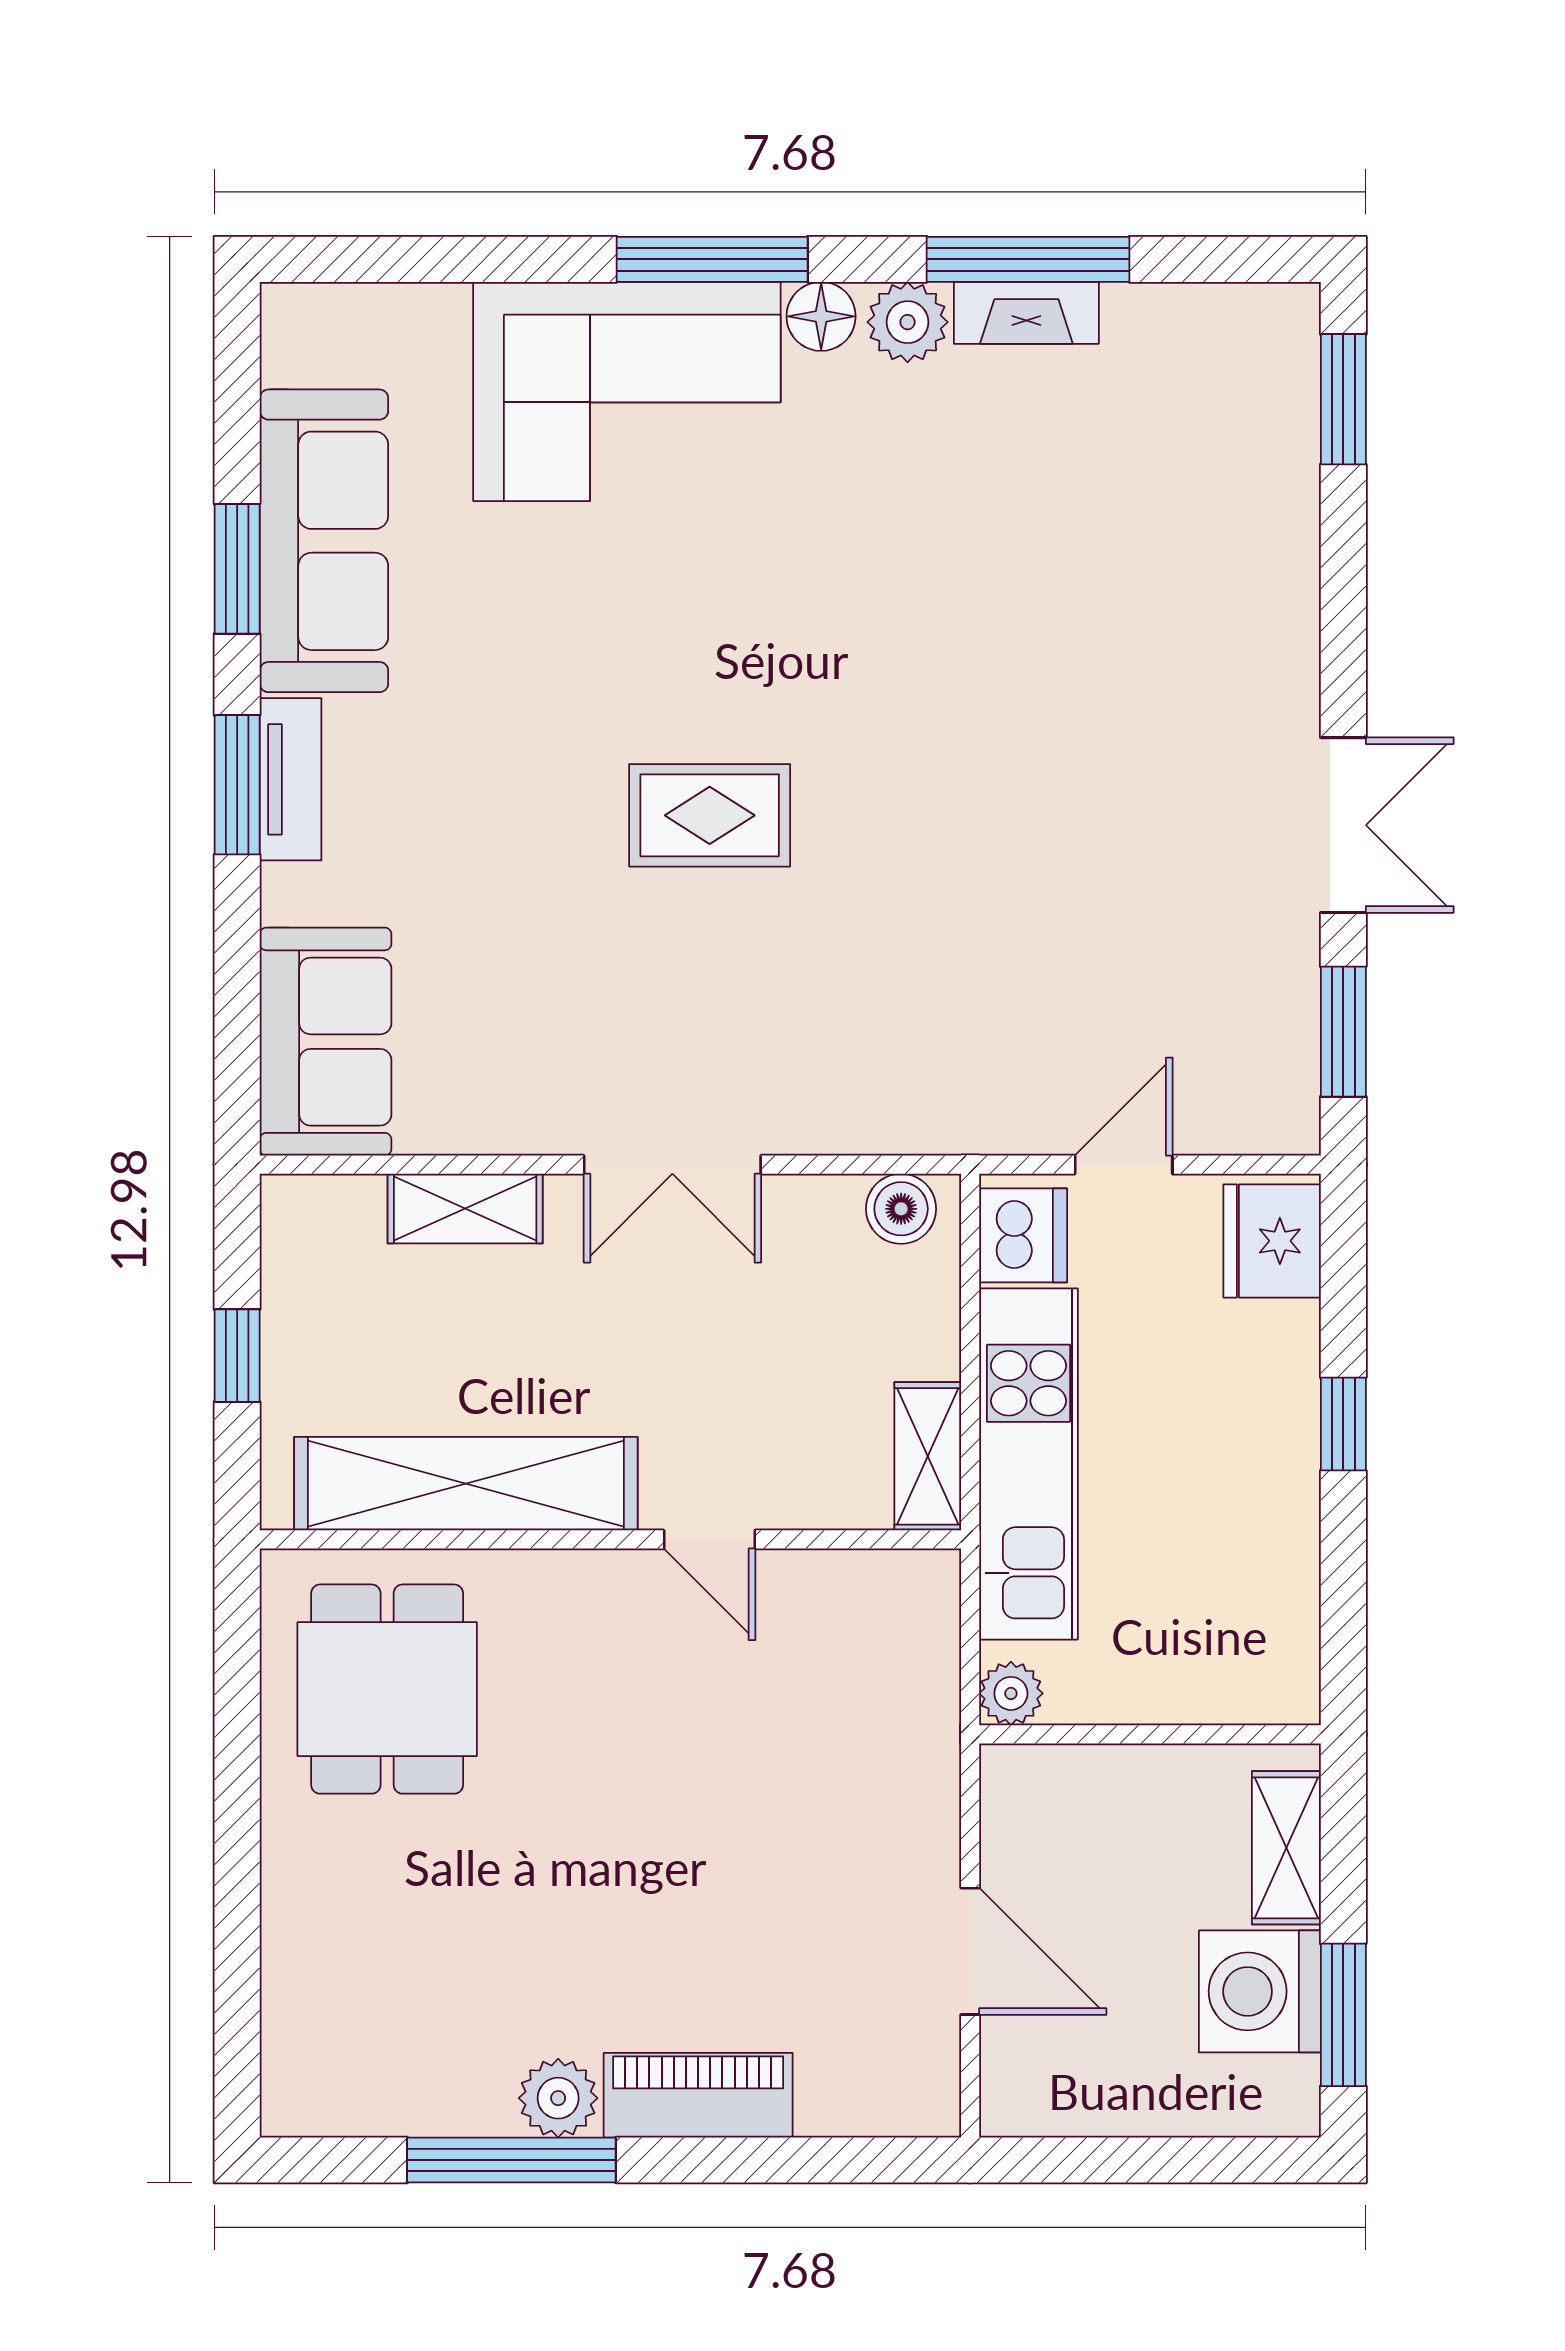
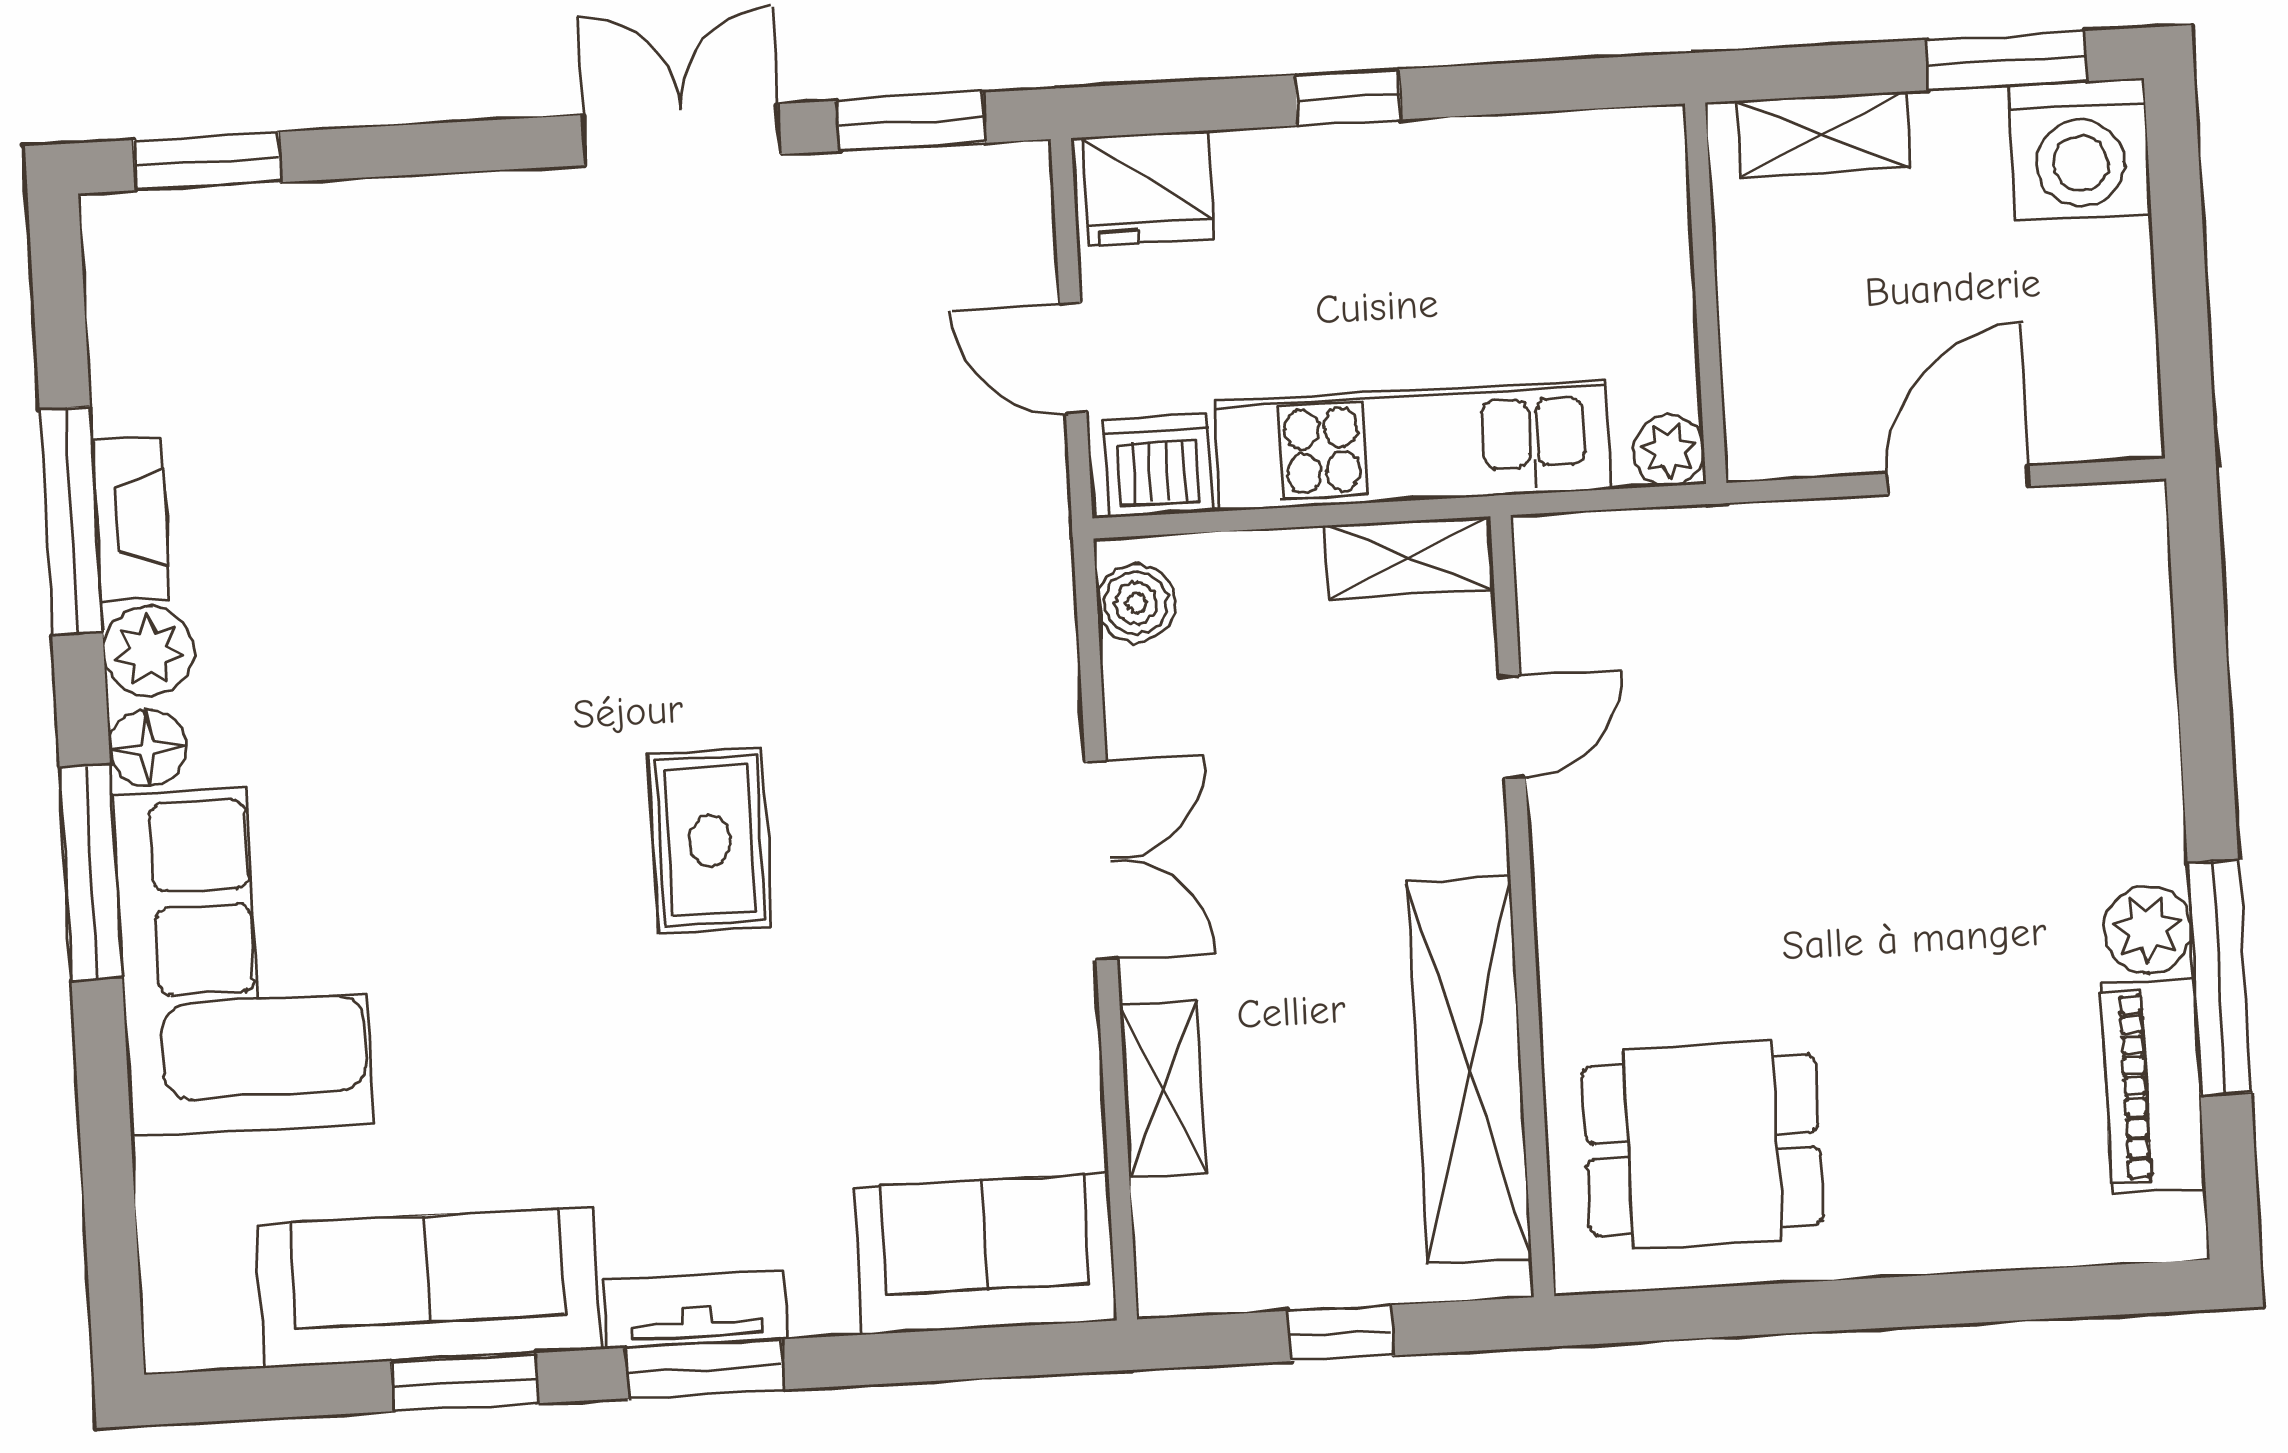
door: (709, 1539) -> (1512, 727), moved
washing machine: (1260, 1991) -> (2080, 150), moved
piano: (698, 2095) -> (2153, 1085), moved

